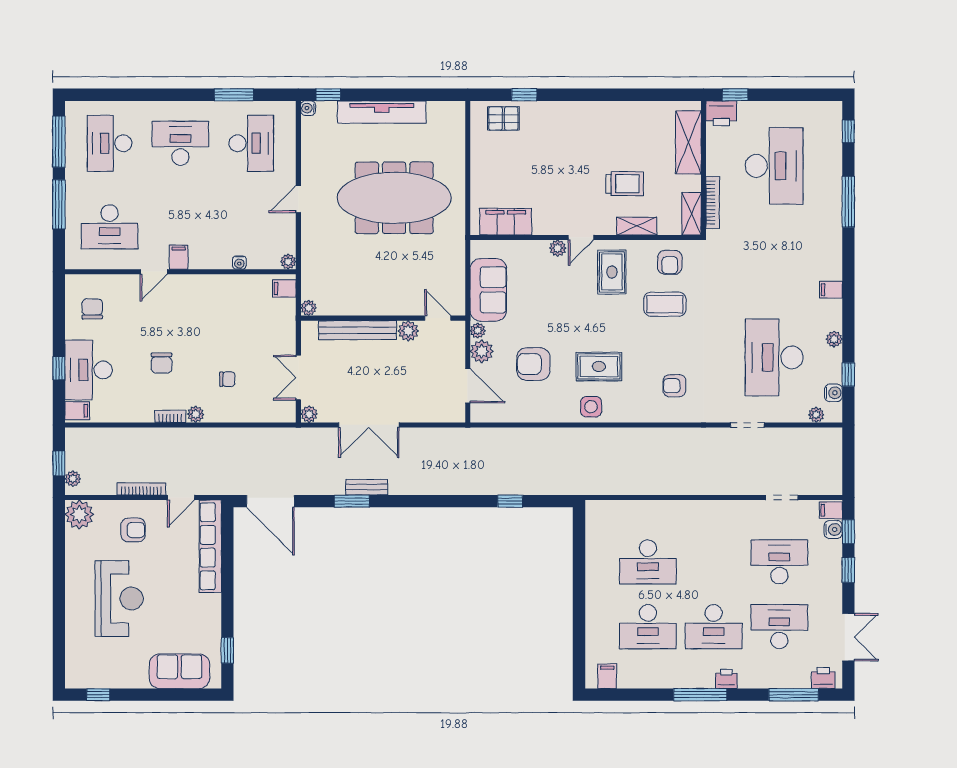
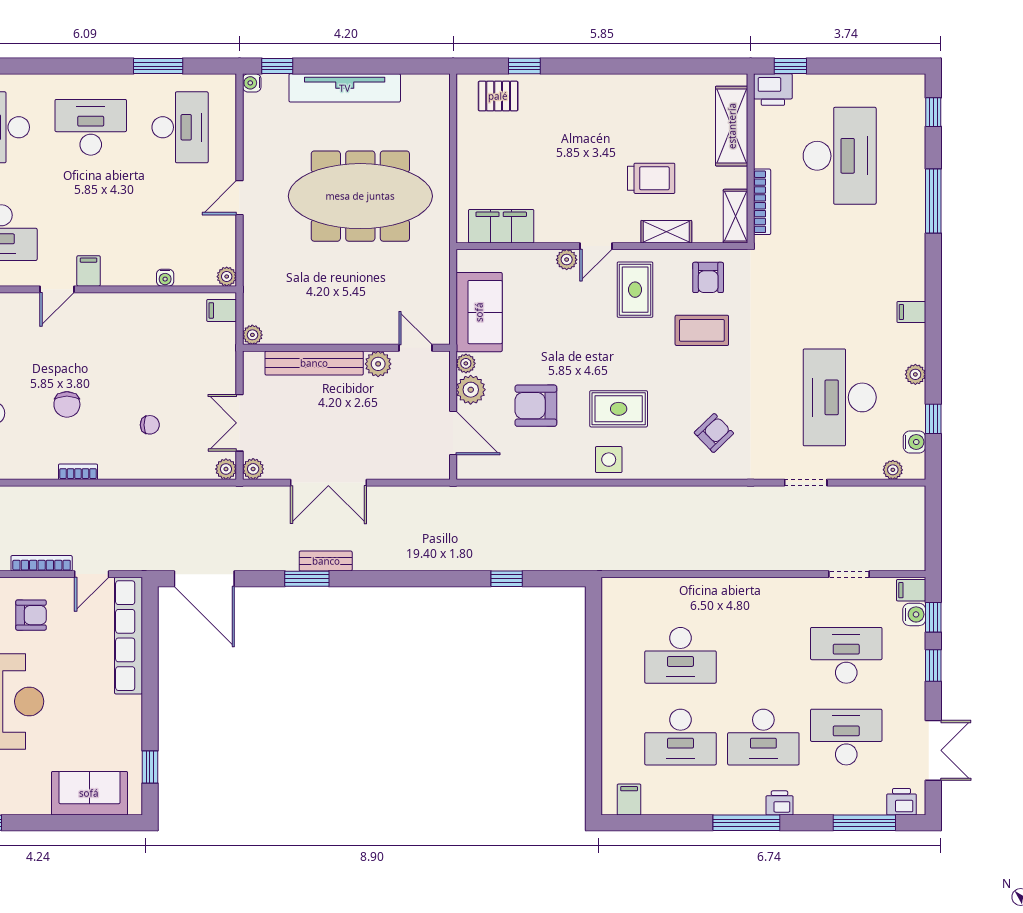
armchair: (674, 386) -> (714, 433), turned 136
plant: (196, 414) -> (226, 469), moved

